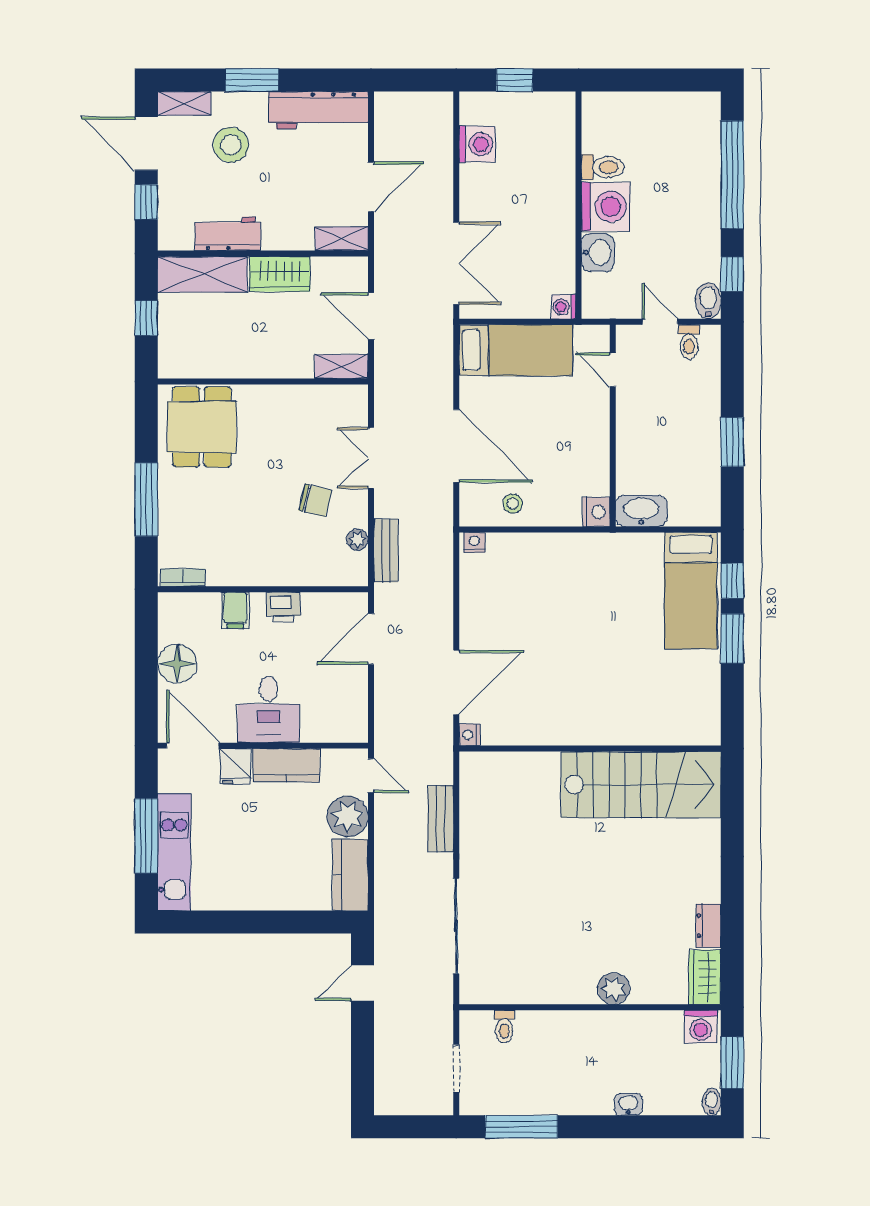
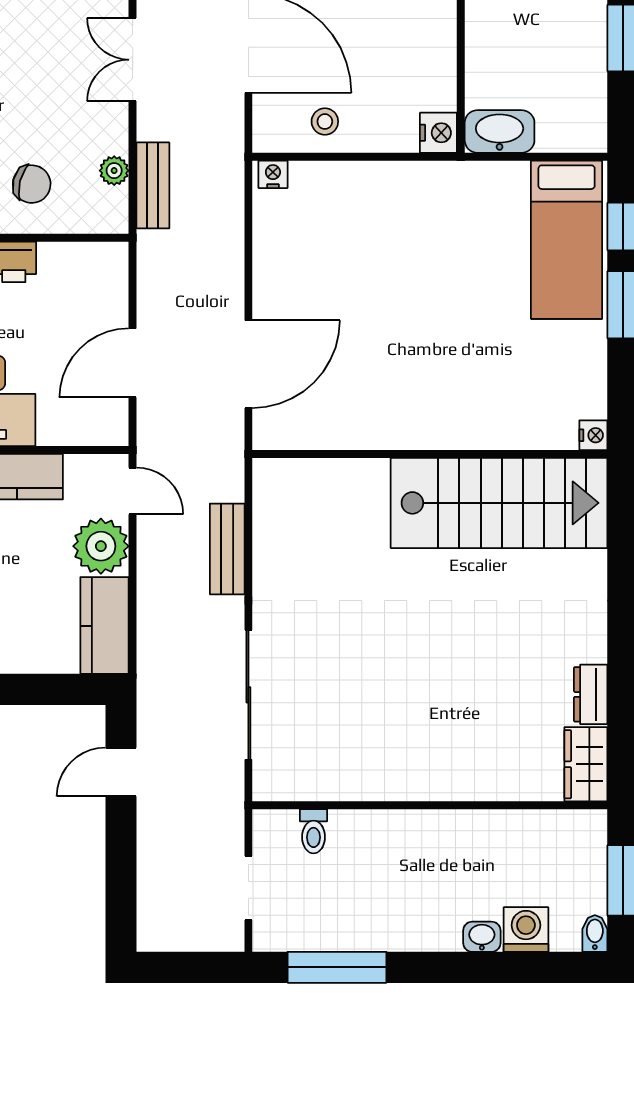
chair: (315, 500) -> (32, 184), moved
door: (371, 639) -> (133, 363), moved
nightstand: (469, 735) -> (593, 435), moved, turned 180
plant: (614, 989) -> (462, 780), removed
washing machine: (701, 1027) -> (526, 930), moved, turned 180

